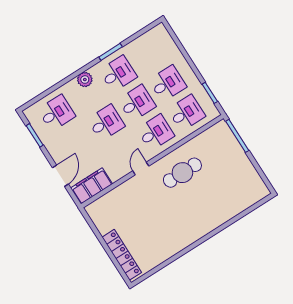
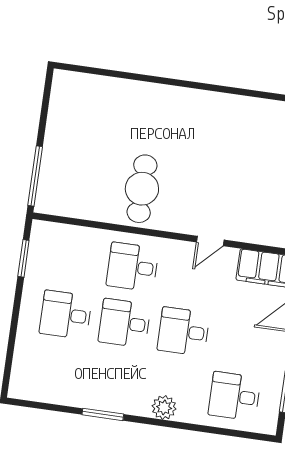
desk: (118, 74) -> (117, 379), removed
desk: (186, 113) -> (74, 258), removed
door: (141, 168) -> (210, 241), moved
cafe table: (182, 173) -> (142, 189), turned 90

